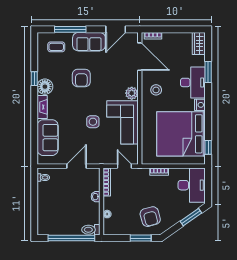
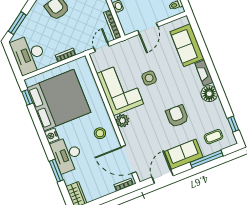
window: (34, 79) -> (233, 124), moved
door: (124, 166) -> (101, 47), swing flipped

